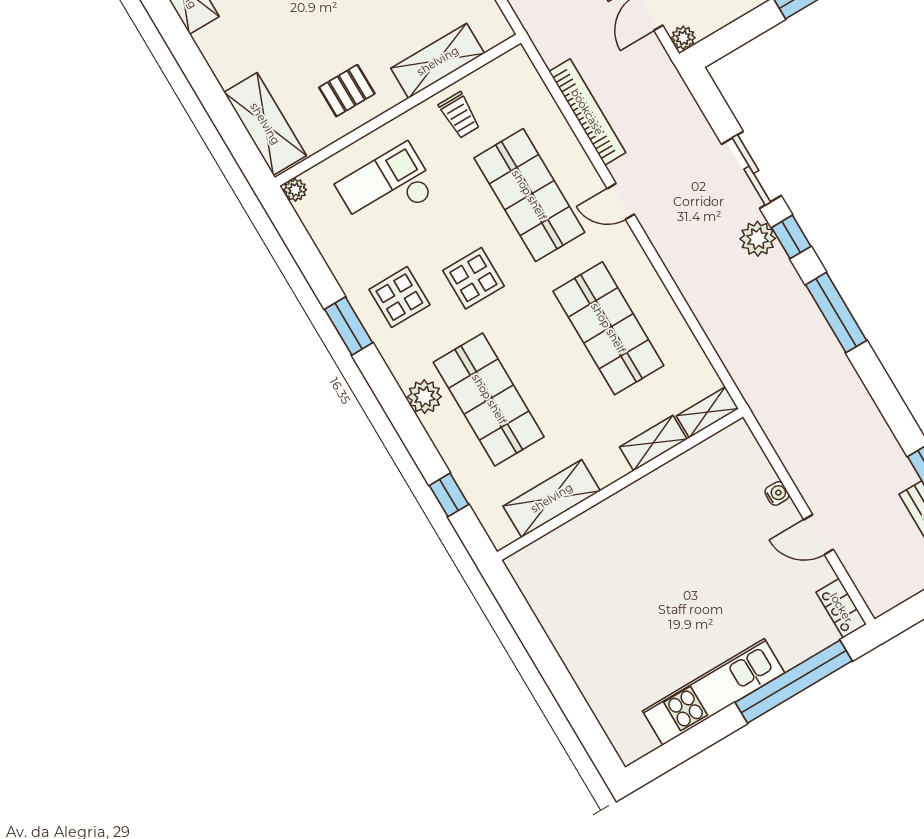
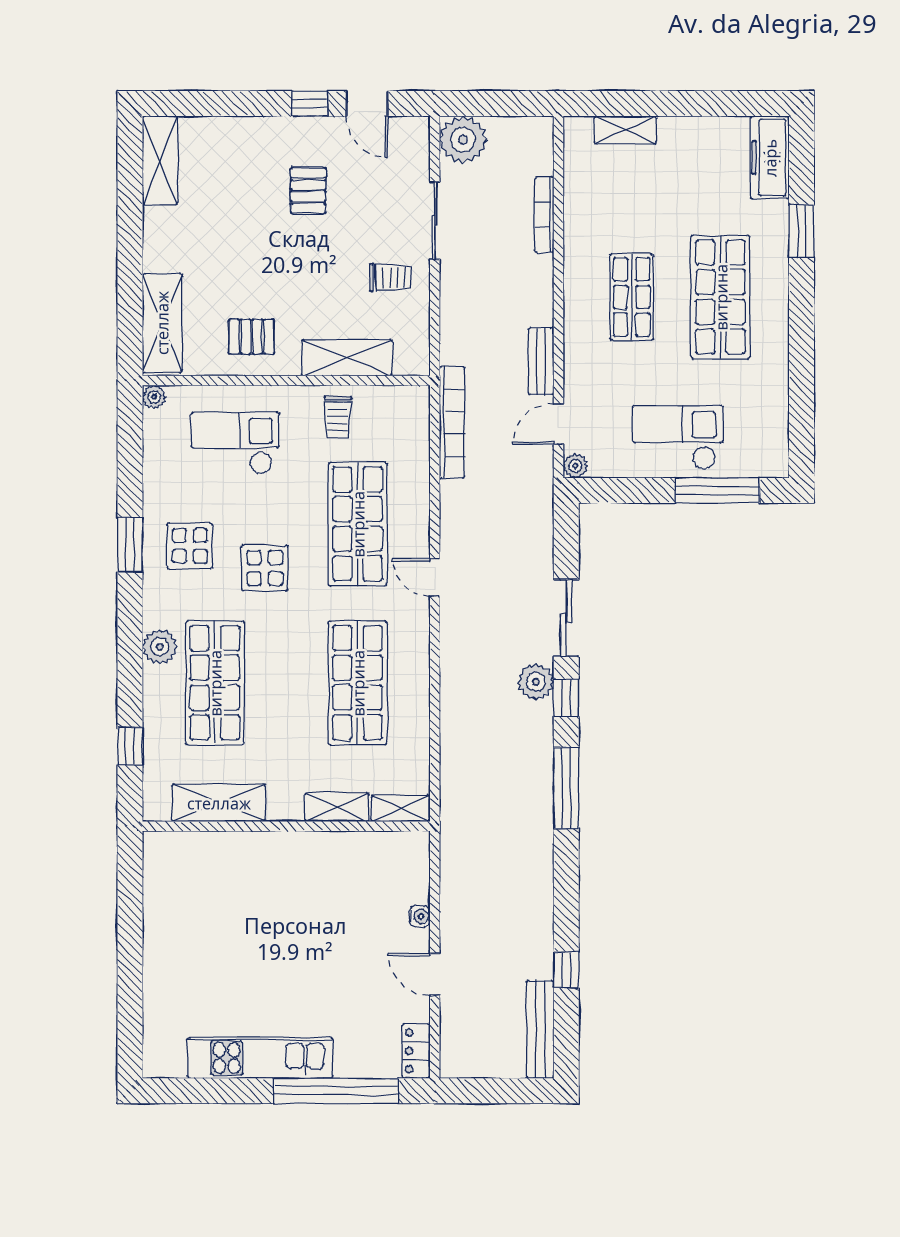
bookcase: (587, 112) -> (452, 423), moved

